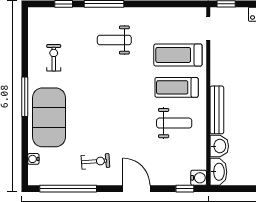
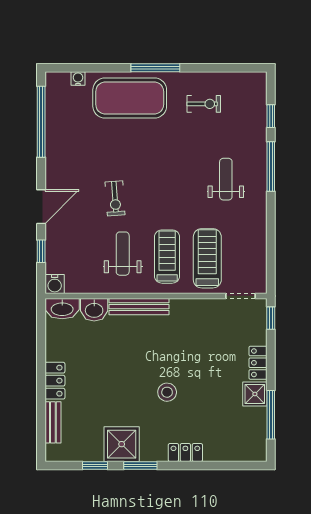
weight bench: (174, 123) -> (123, 254), turned 180
exercise bike: (95, 161) -> (115, 198), moved
window: (185, 189) -> (41, 251), moved

